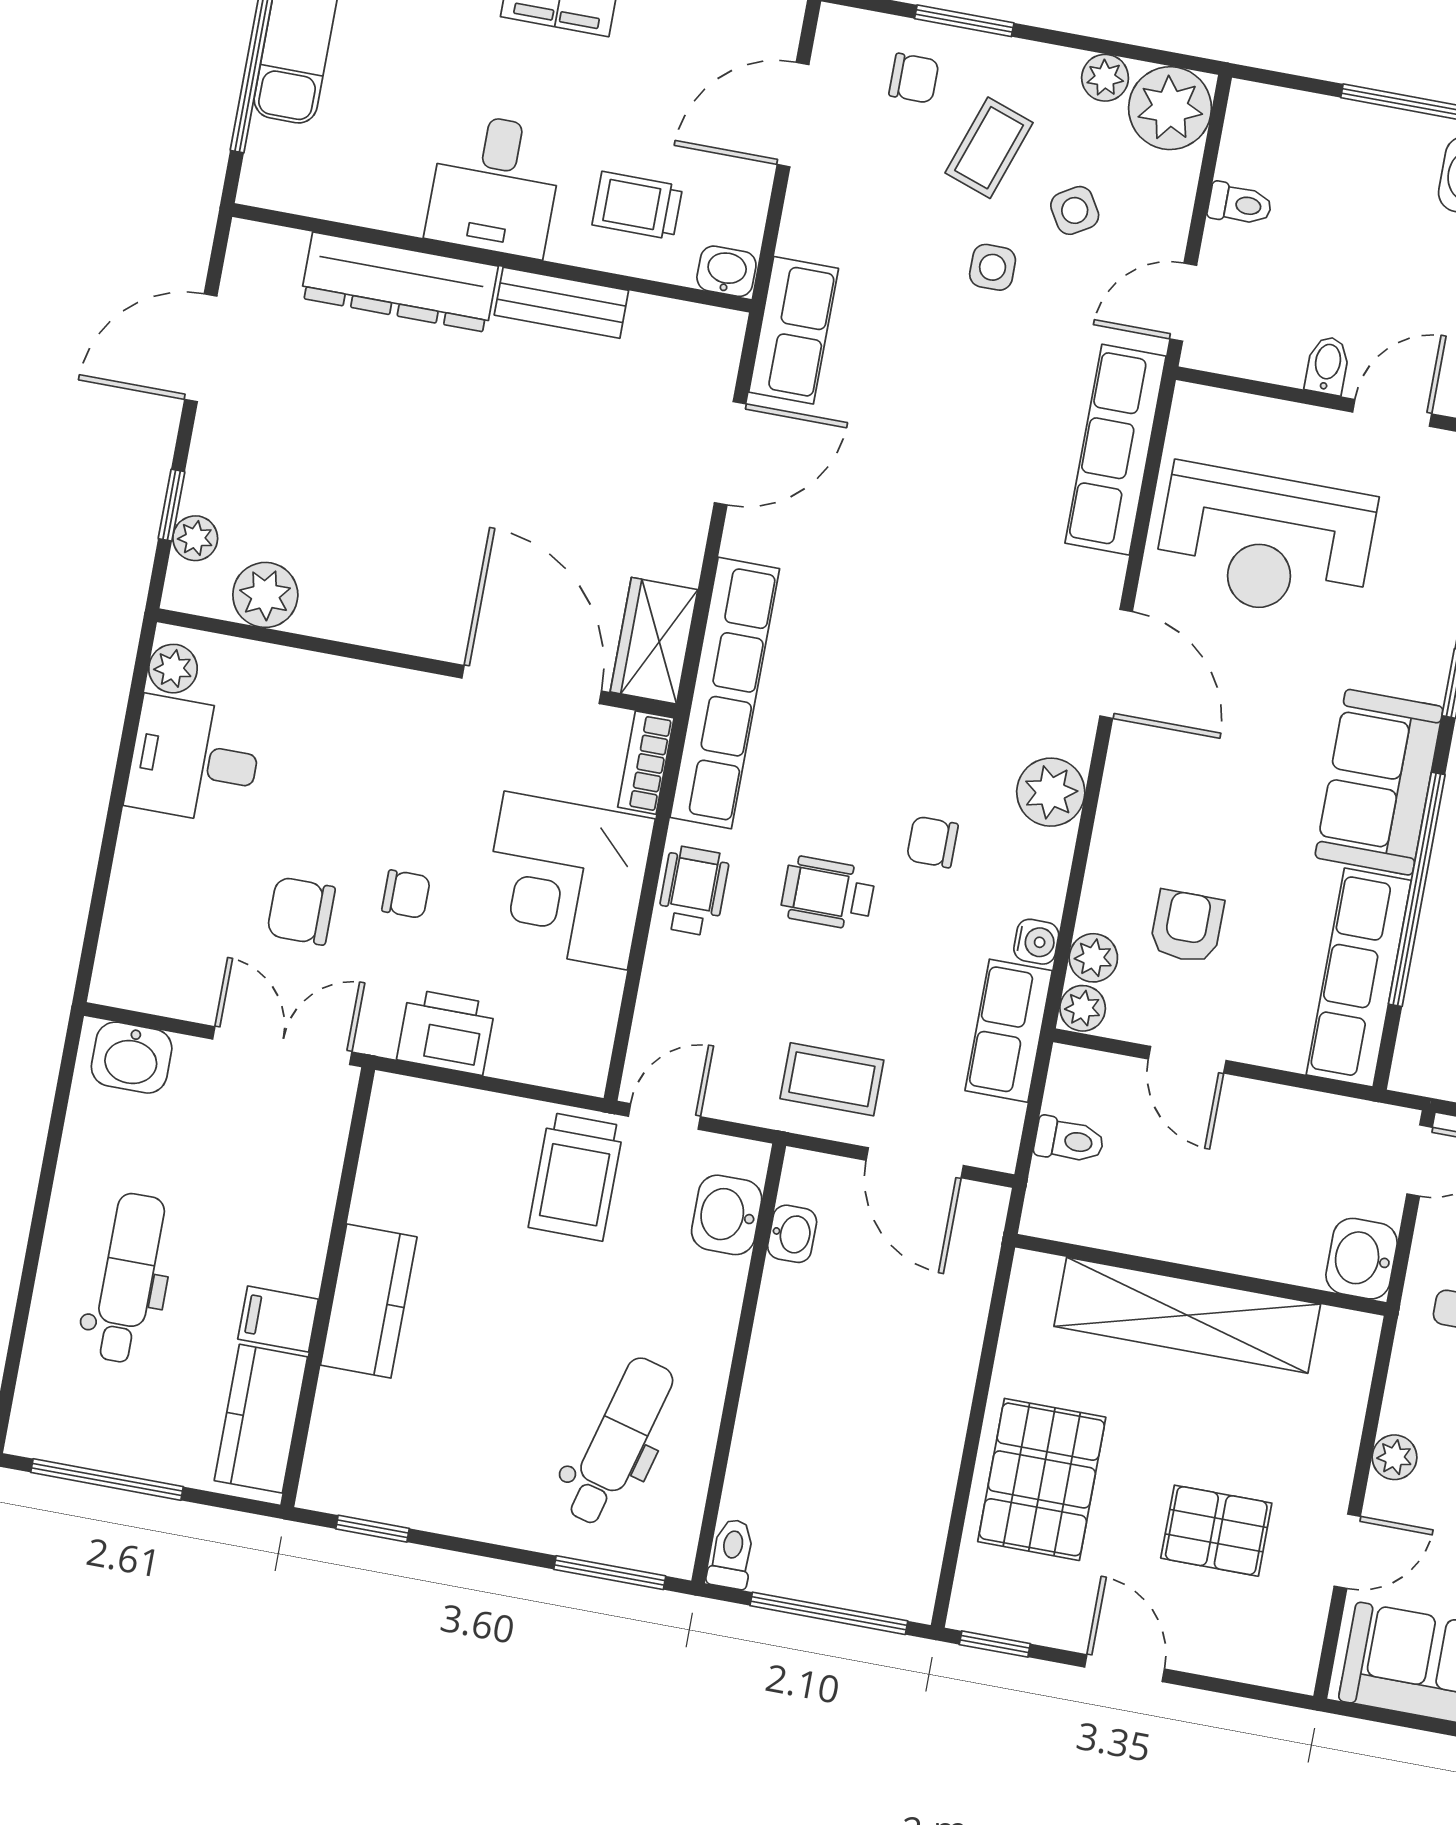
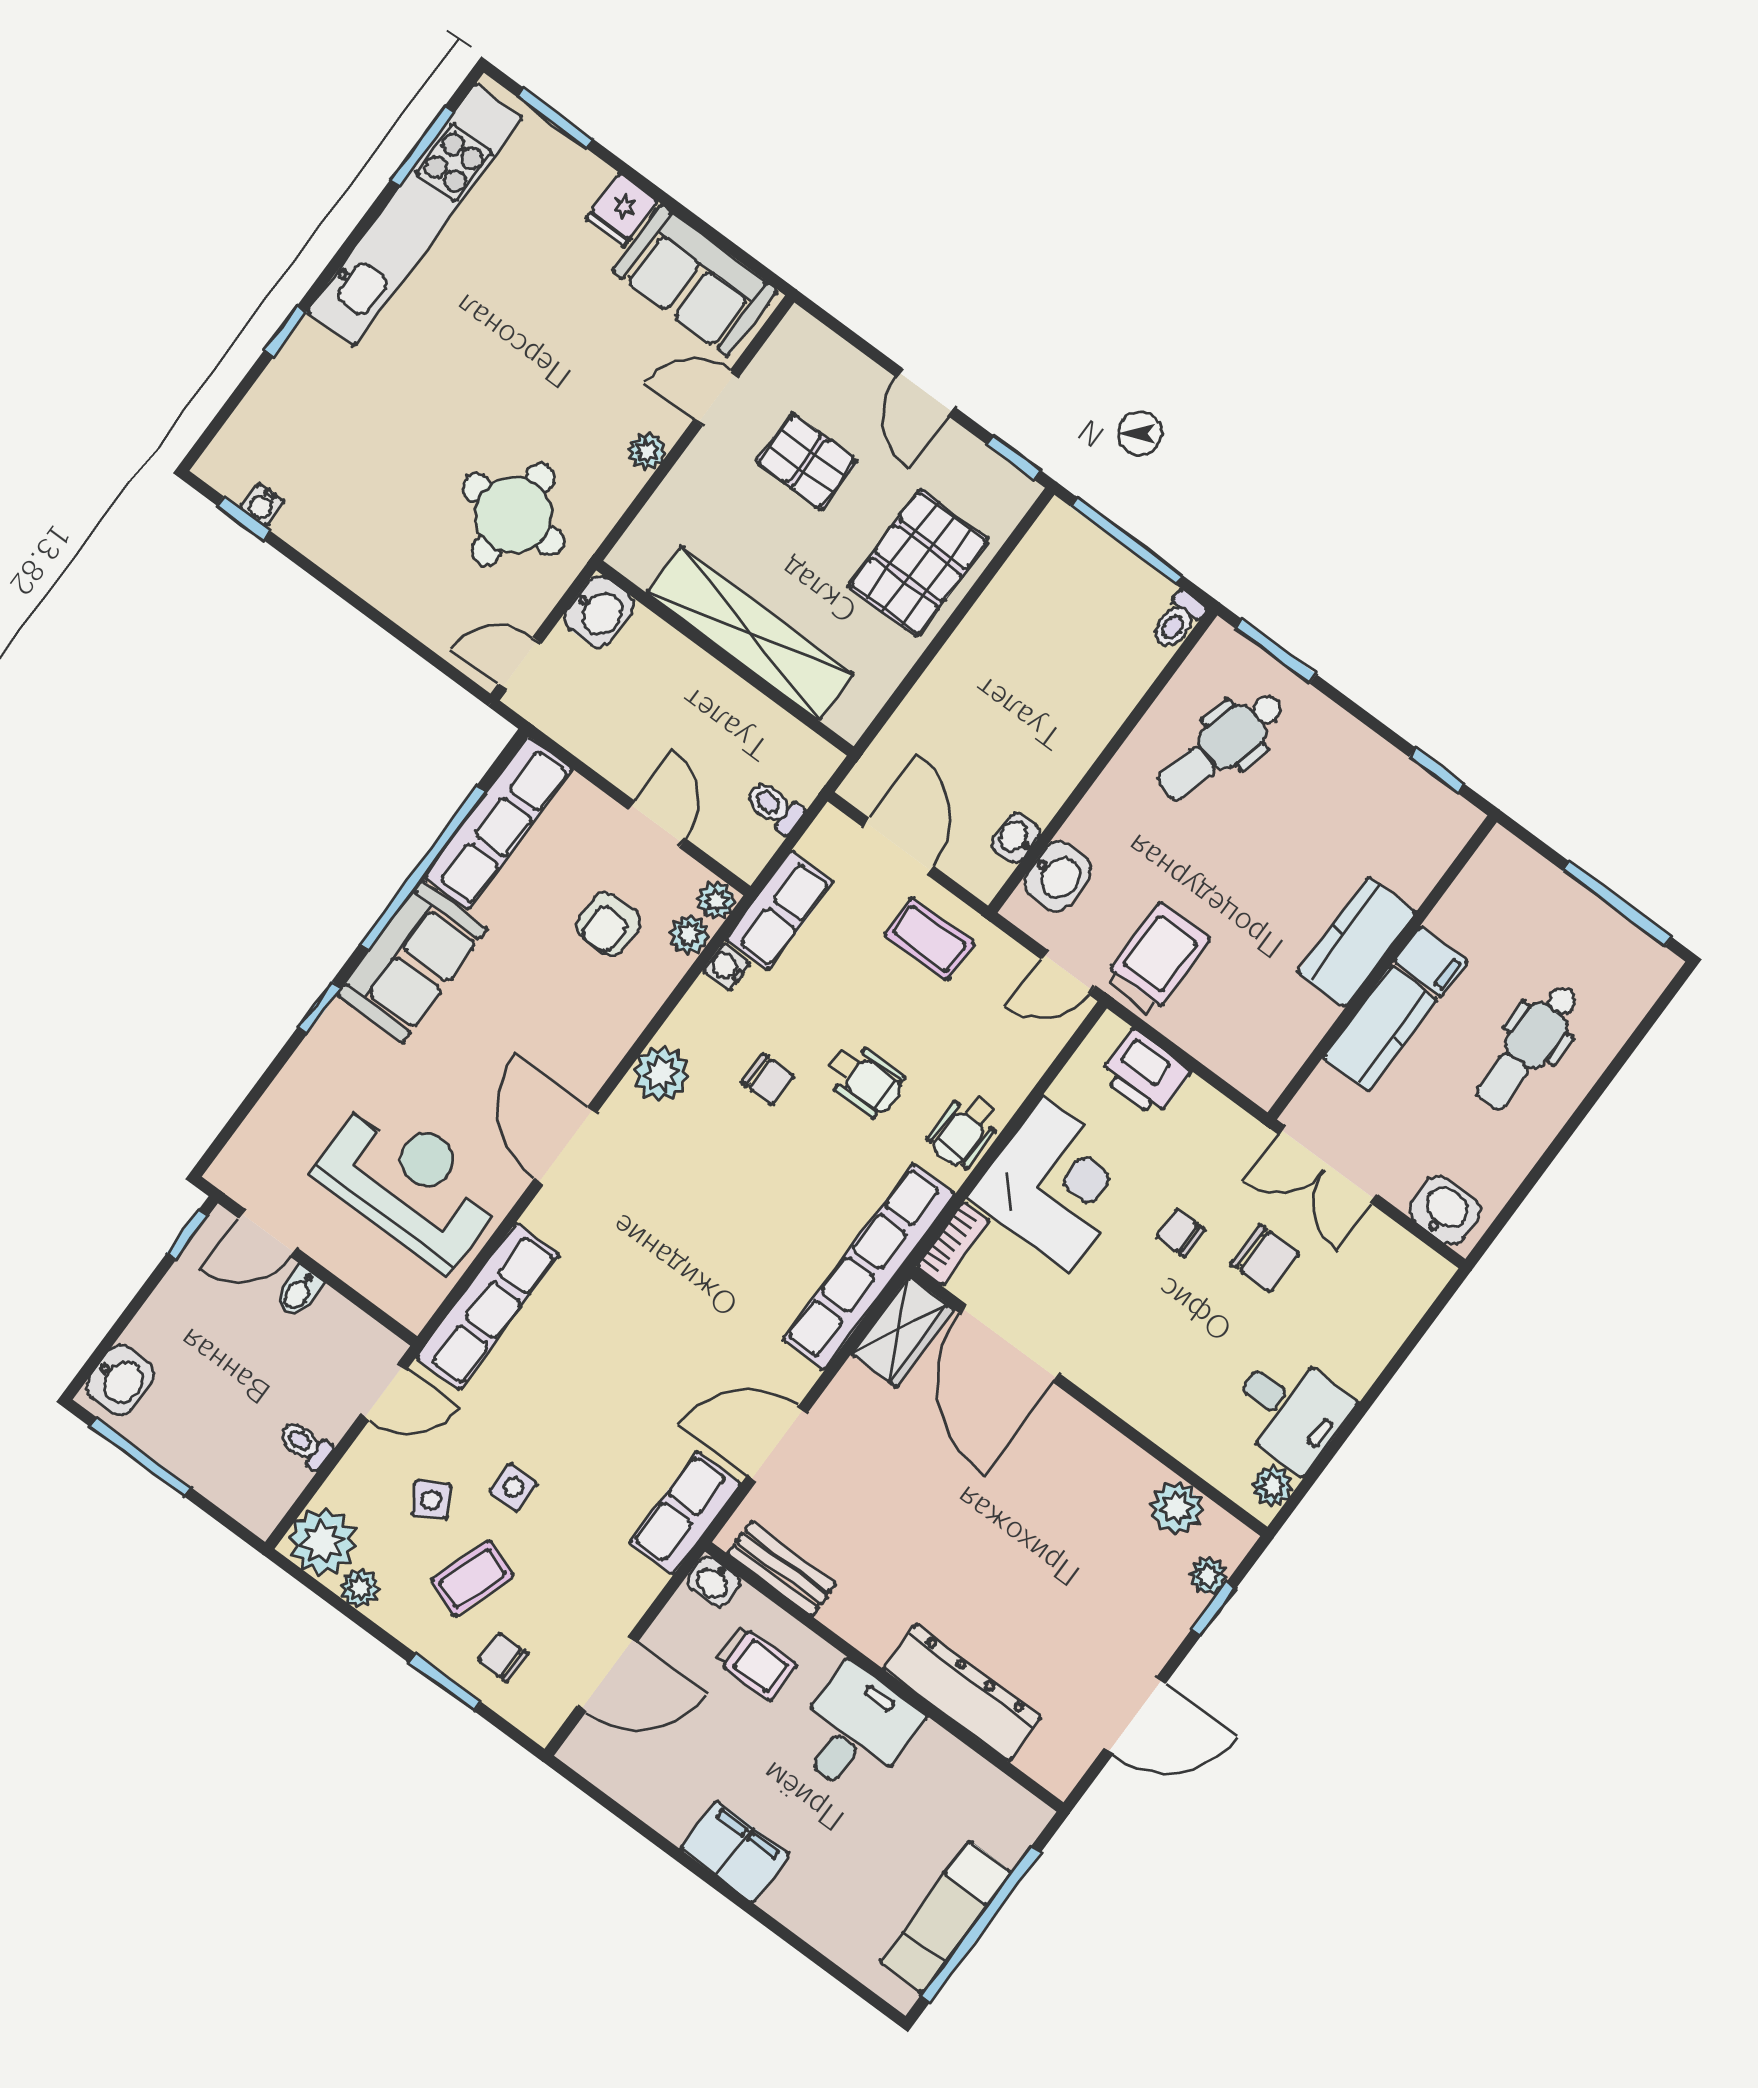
bench: (561, 303) -> (782, 1569), moved
printer: (446, 1032) -> (1145, 1074), moved
kitchen counter: (261, 1419) -> (1380, 1028), moved

